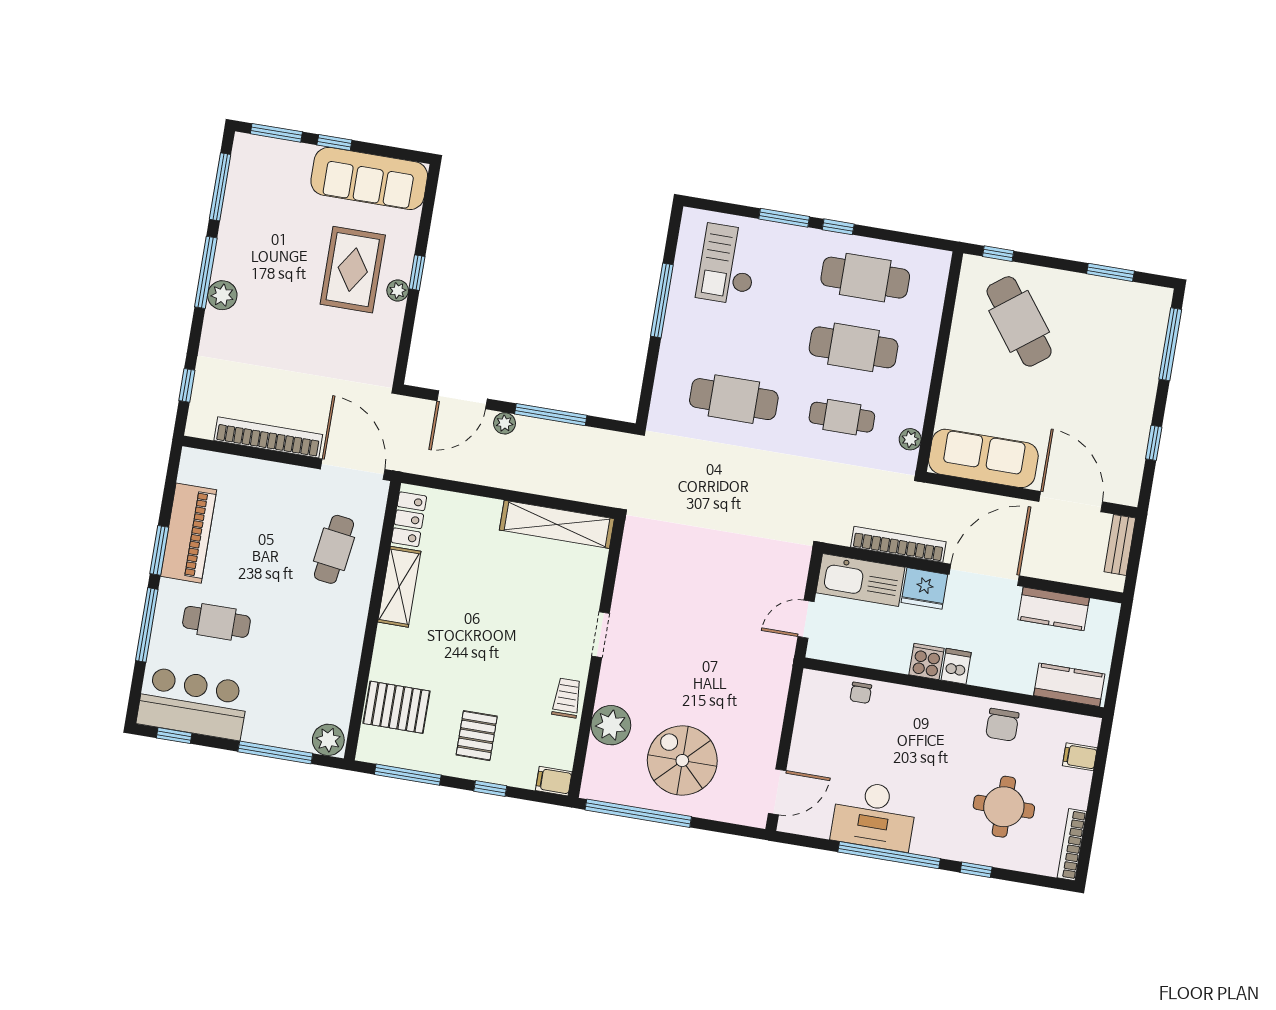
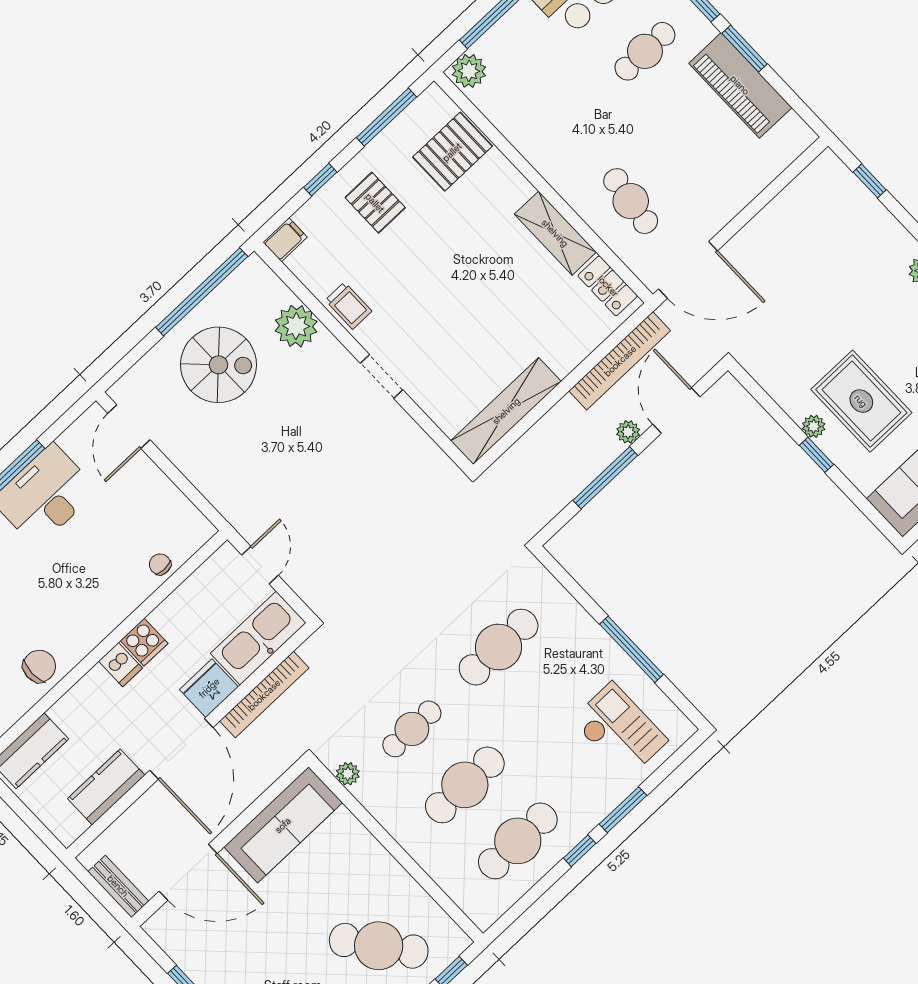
bookcase: (268, 437) -> (620, 361), moved
chair: (1002, 725) -> (39, 666), turned 90

